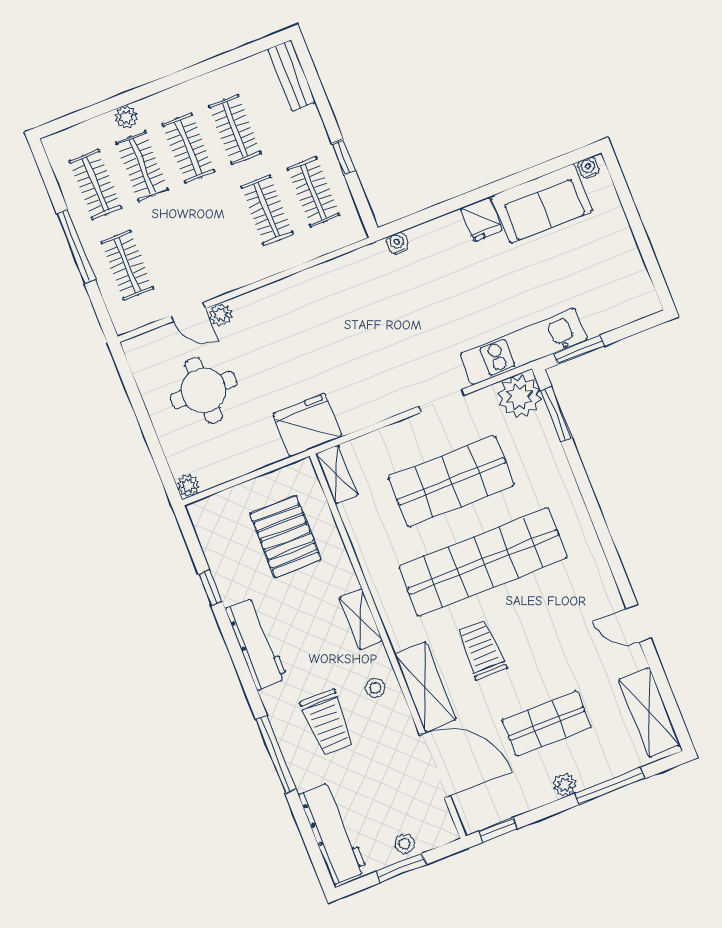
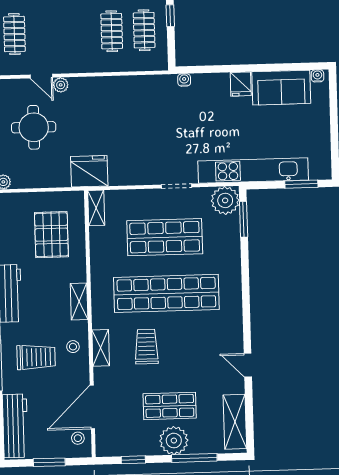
kitchen unit: (524, 347) -> (253, 170), width x1.36
window: (579, 350) -> (301, 184), moved
shelving: (425, 687) -> (101, 348), width x0.67, depth x0.75
trolley: (327, 722) -> (36, 357), turned -90
door: (435, 765) -> (92, 407), swing flipped
plant: (565, 785) -> (174, 441), width x1.88, depth x1.88
window: (498, 830) -> (133, 460), moved
stool: (405, 844) -> (78, 438), moved

